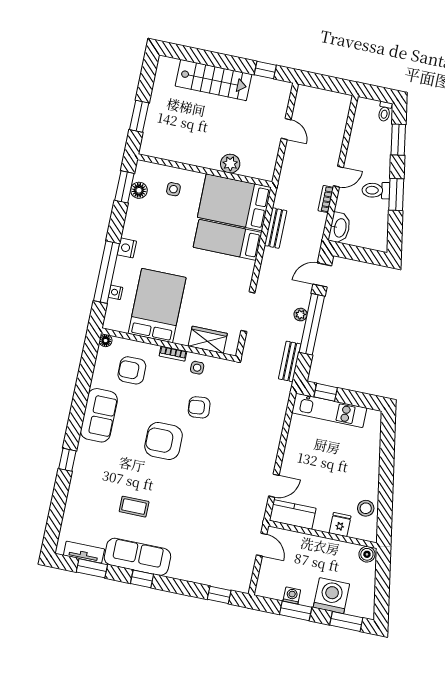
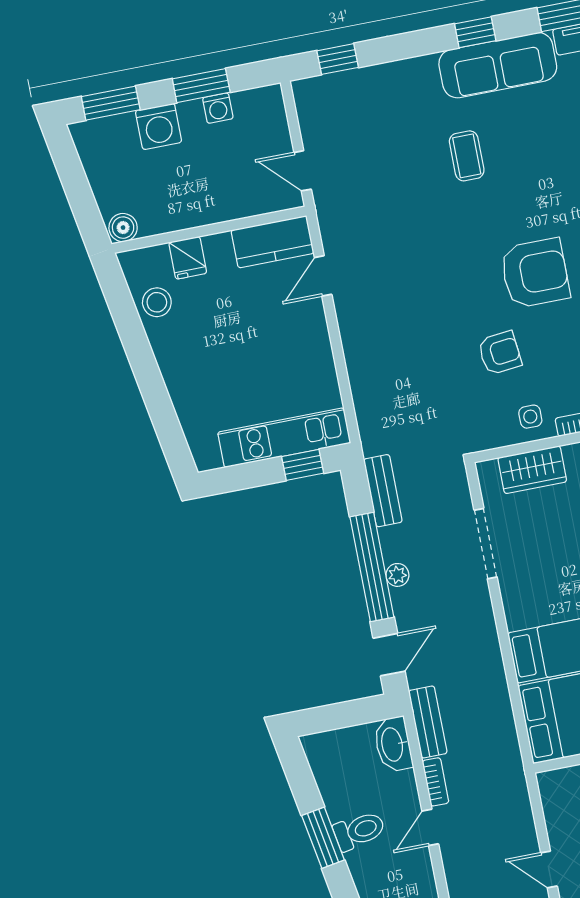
bench: (276, 228) -> (428, 722), moved
coffee table: (134, 507) -> (467, 156), moved, turned 90
washing machine: (331, 596) -> (159, 126), width x0.73, depth x0.73

